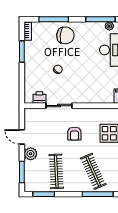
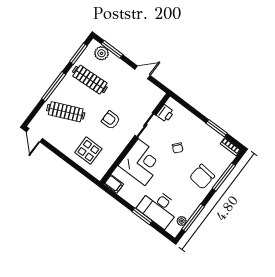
corner desk: (88, 88) -> (142, 162), added
plant: (31, 154) -> (101, 53), moved
window: (98, 194) -> (54, 87), moved

